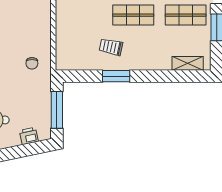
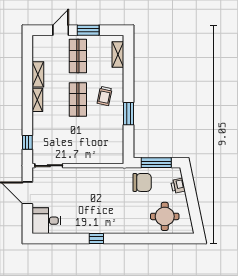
trolley: (111, 47) -> (105, 96), moved
chair: (32, 63) -> (142, 182), moved, width x1.87, depth x1.87

